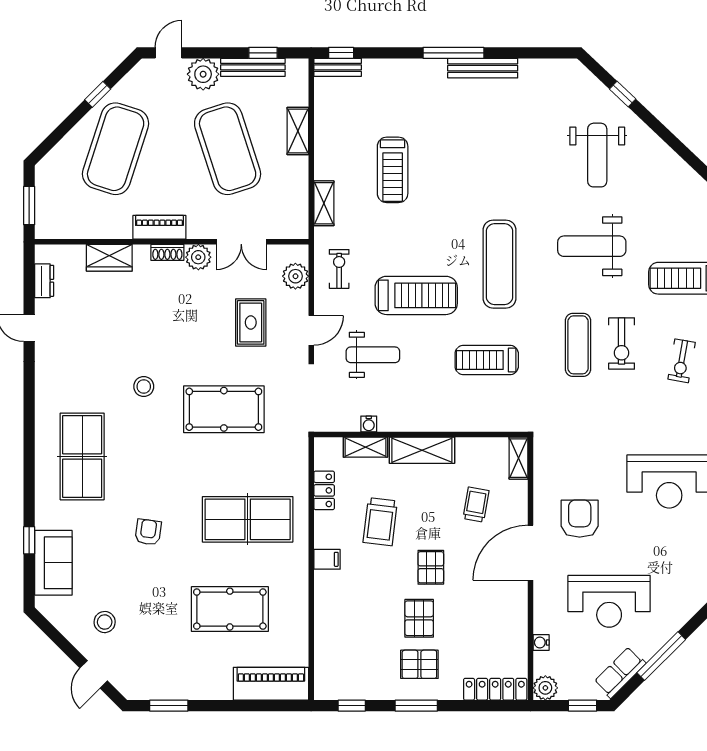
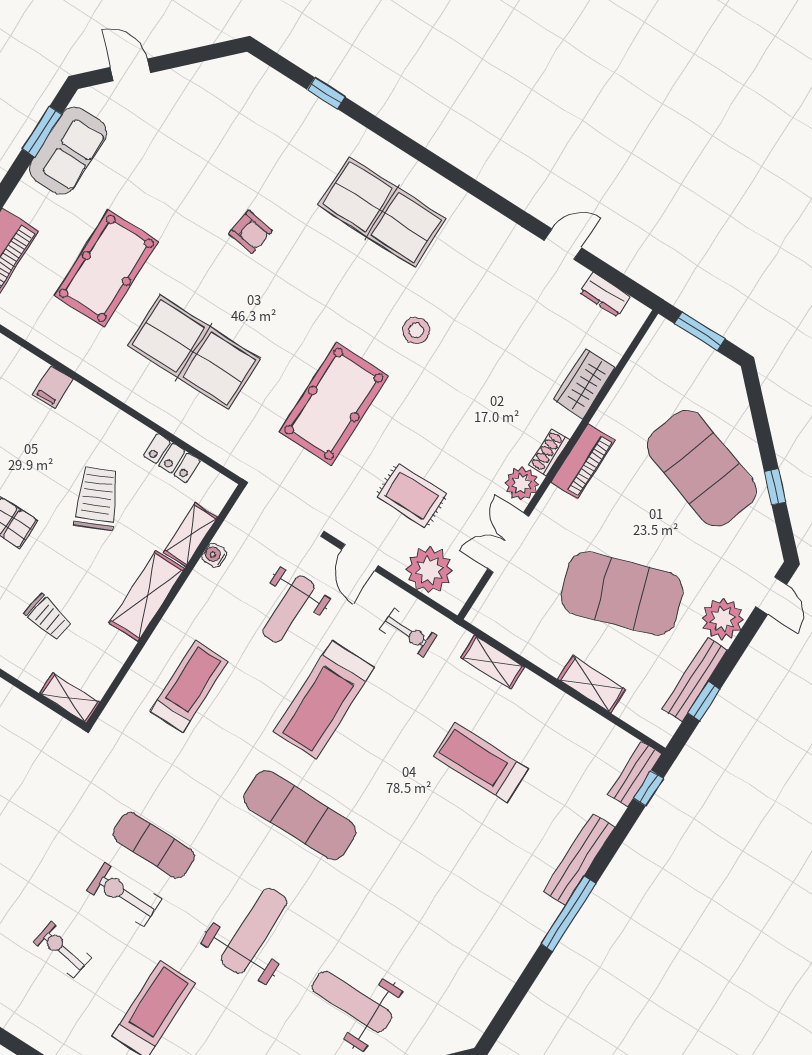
bench: (483, 68) -> (579, 859), moved
plant: (295, 276) -> (429, 570), width x1.36, depth x1.36
treadmill: (487, 360) -> (189, 687), moved
table tennis table: (248, 519) -> (194, 352), turned 90
trolley: (380, 522) -> (97, 498), turned 58
filing cabinet: (327, 559) -> (53, 387), moved
sofa: (53, 563) -> (68, 151), moved, turned -90
stool: (105, 622) -> (181, 119), removed

